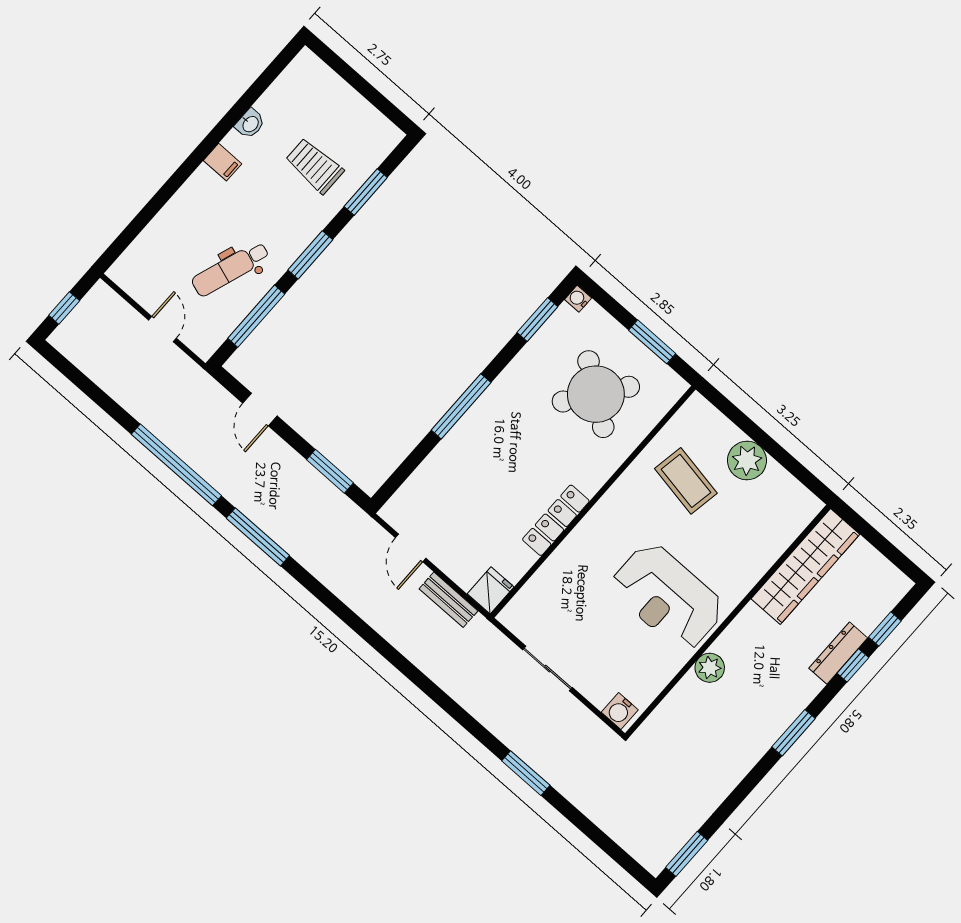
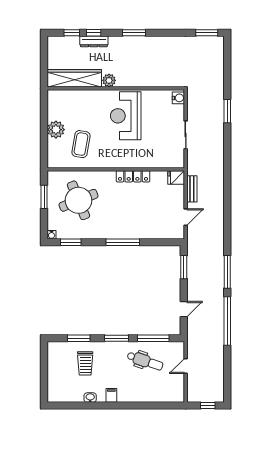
round table: (596, 394) -> (79, 200), turned 32
reception desk: (667, 597) -> (126, 116), turned 180
plant: (710, 668) -> (109, 80), moved

